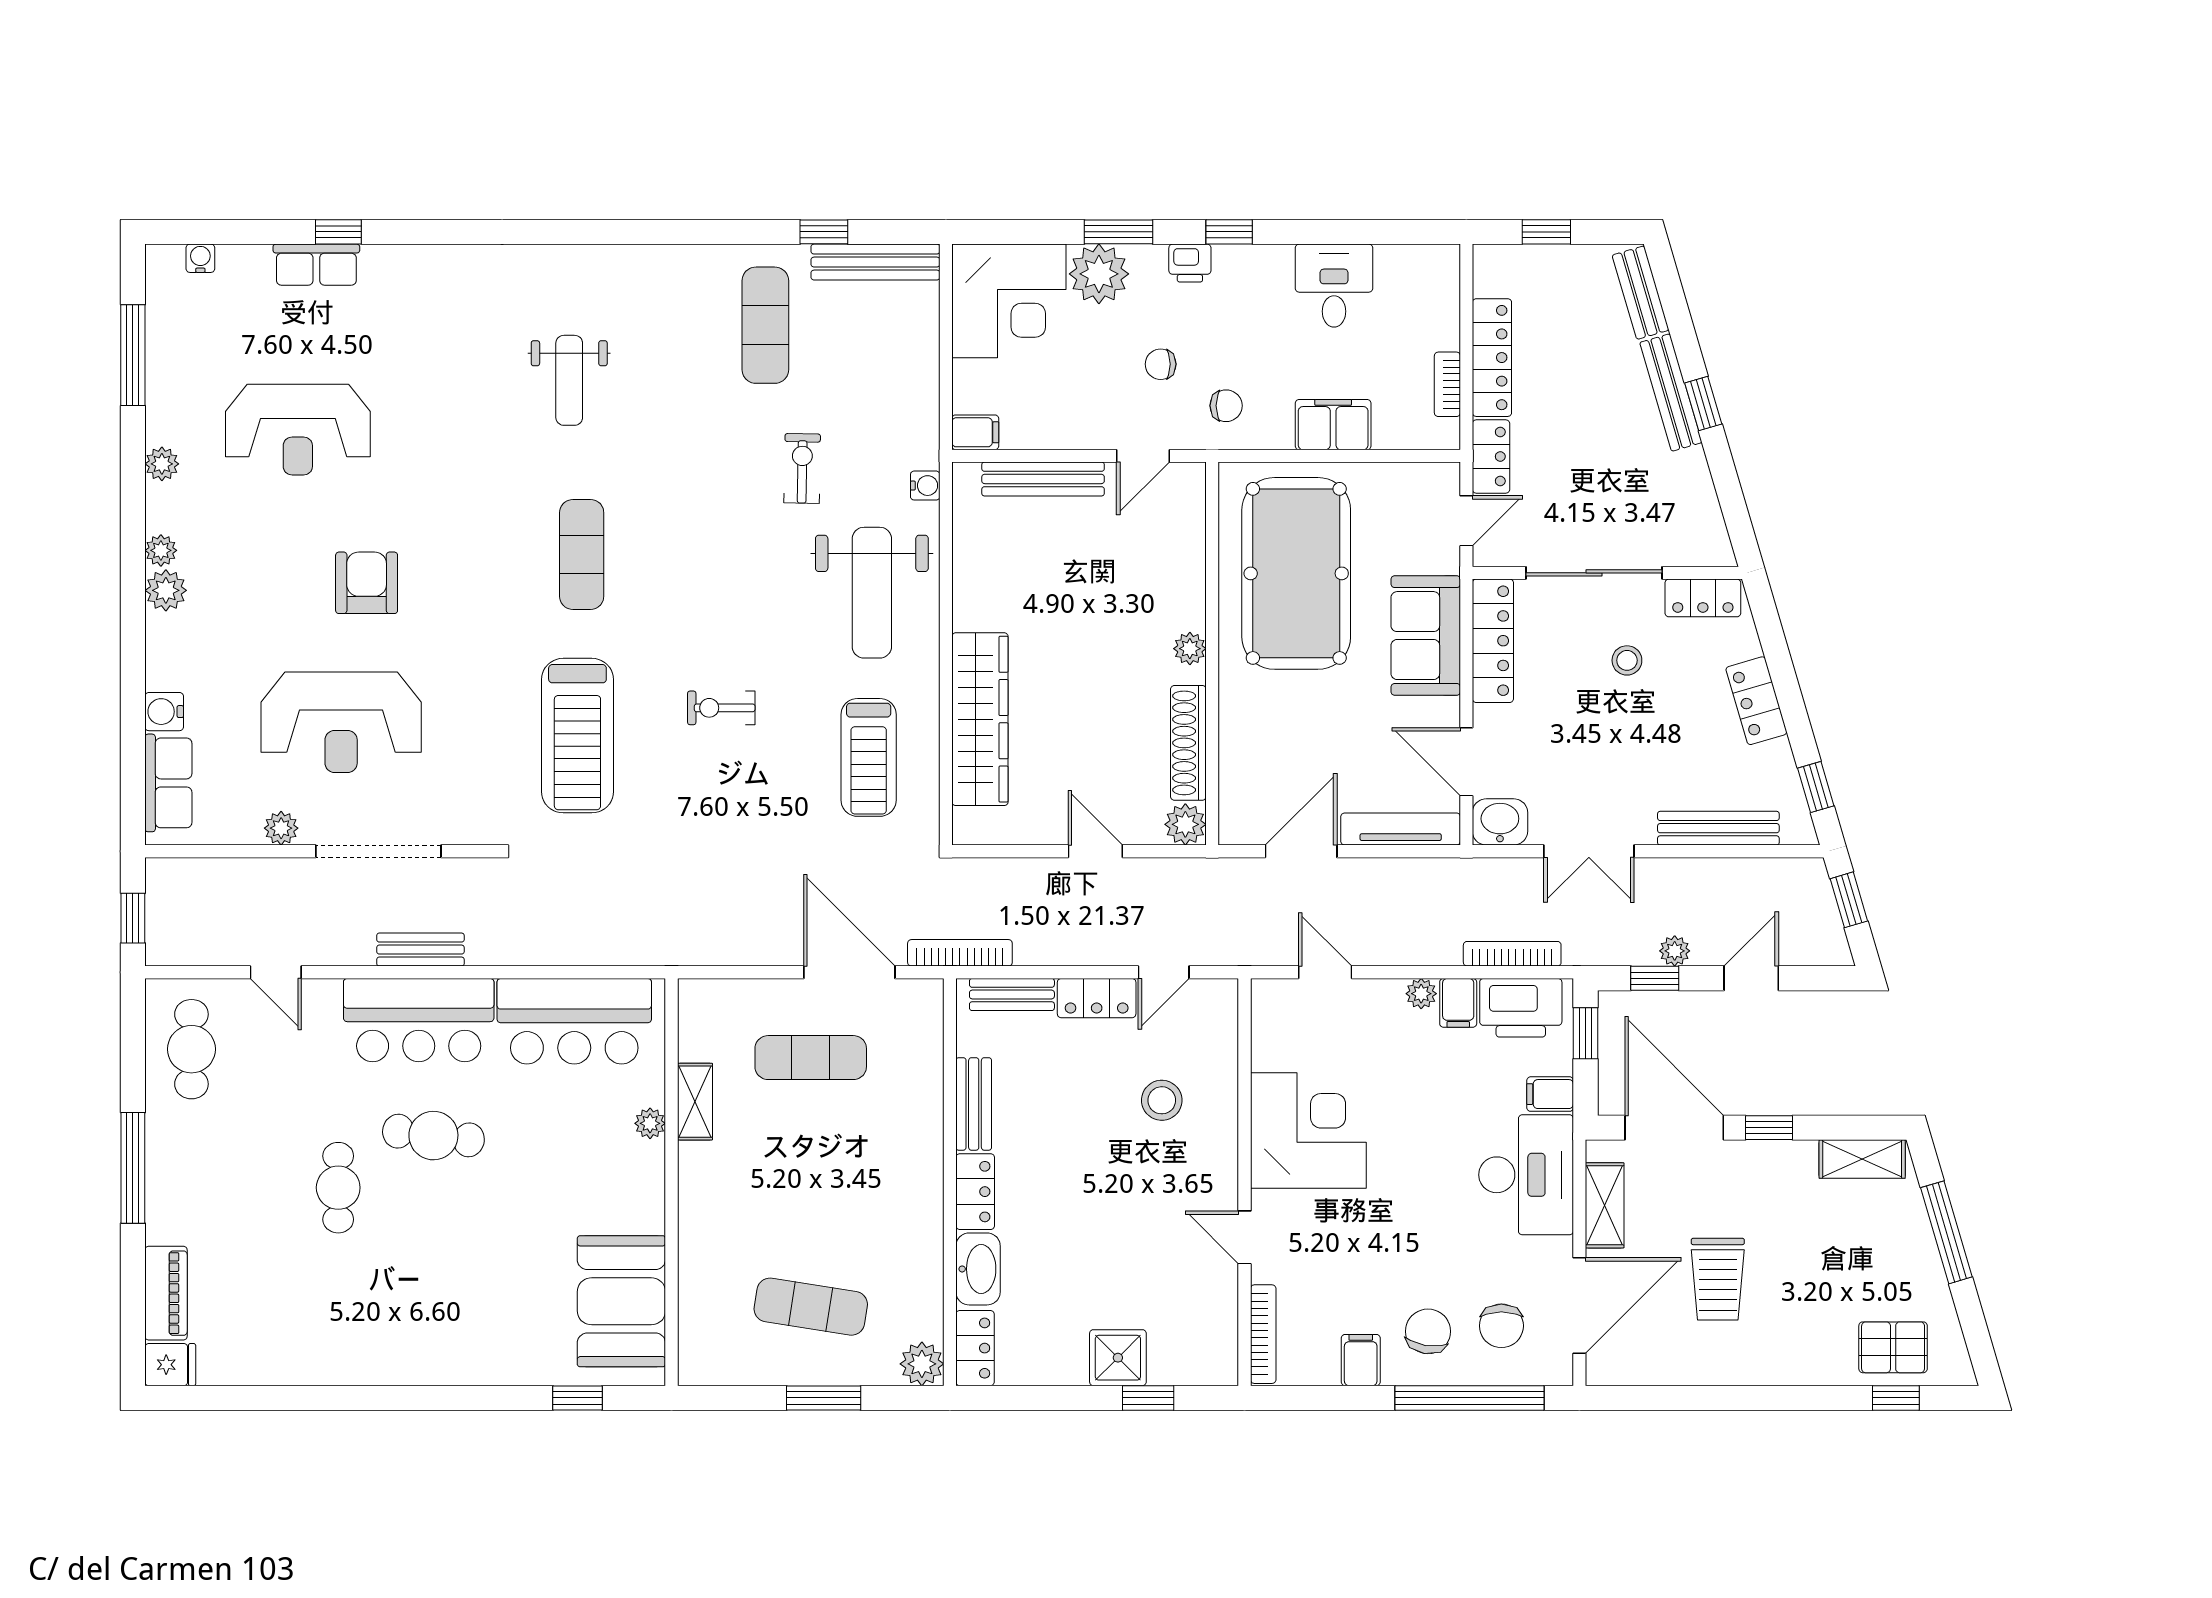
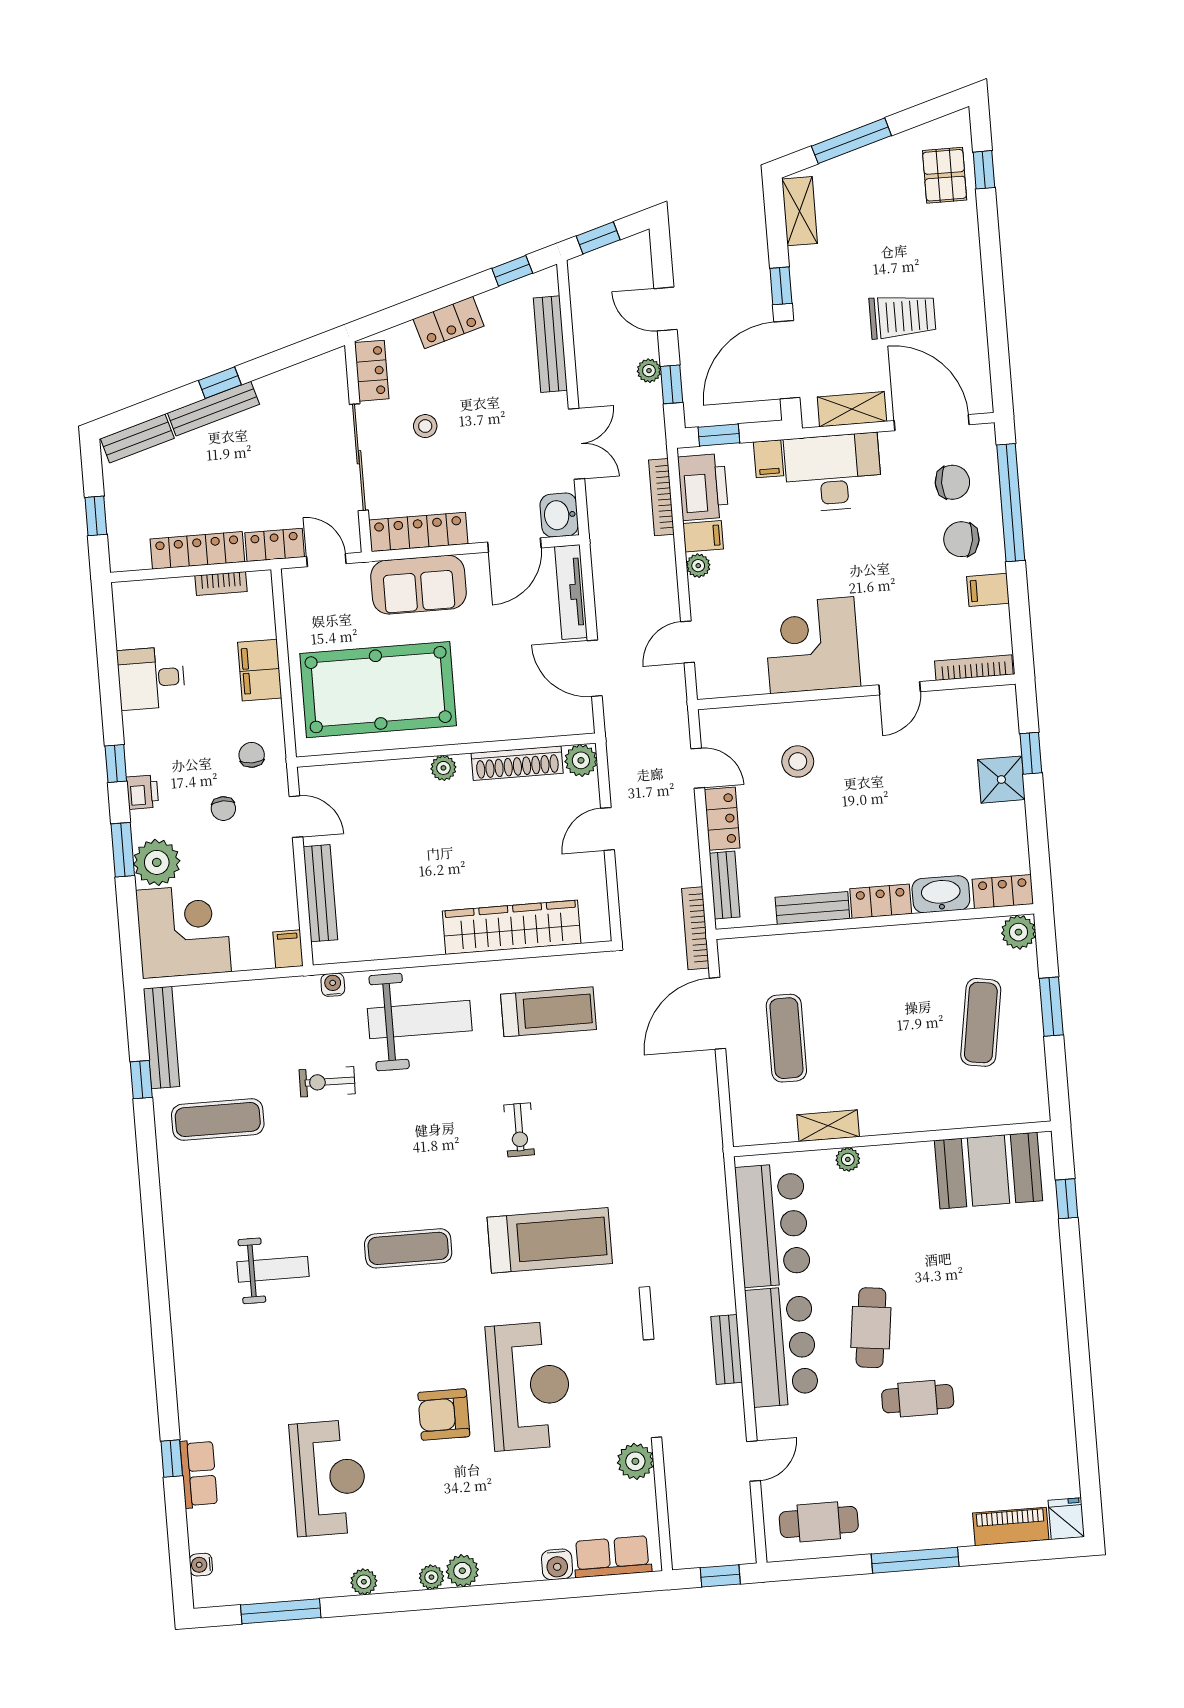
reception desk: (341, 722) -> (529, 1386), moved
plant: (281, 828) -> (635, 1461), width x1.38, depth x1.38

